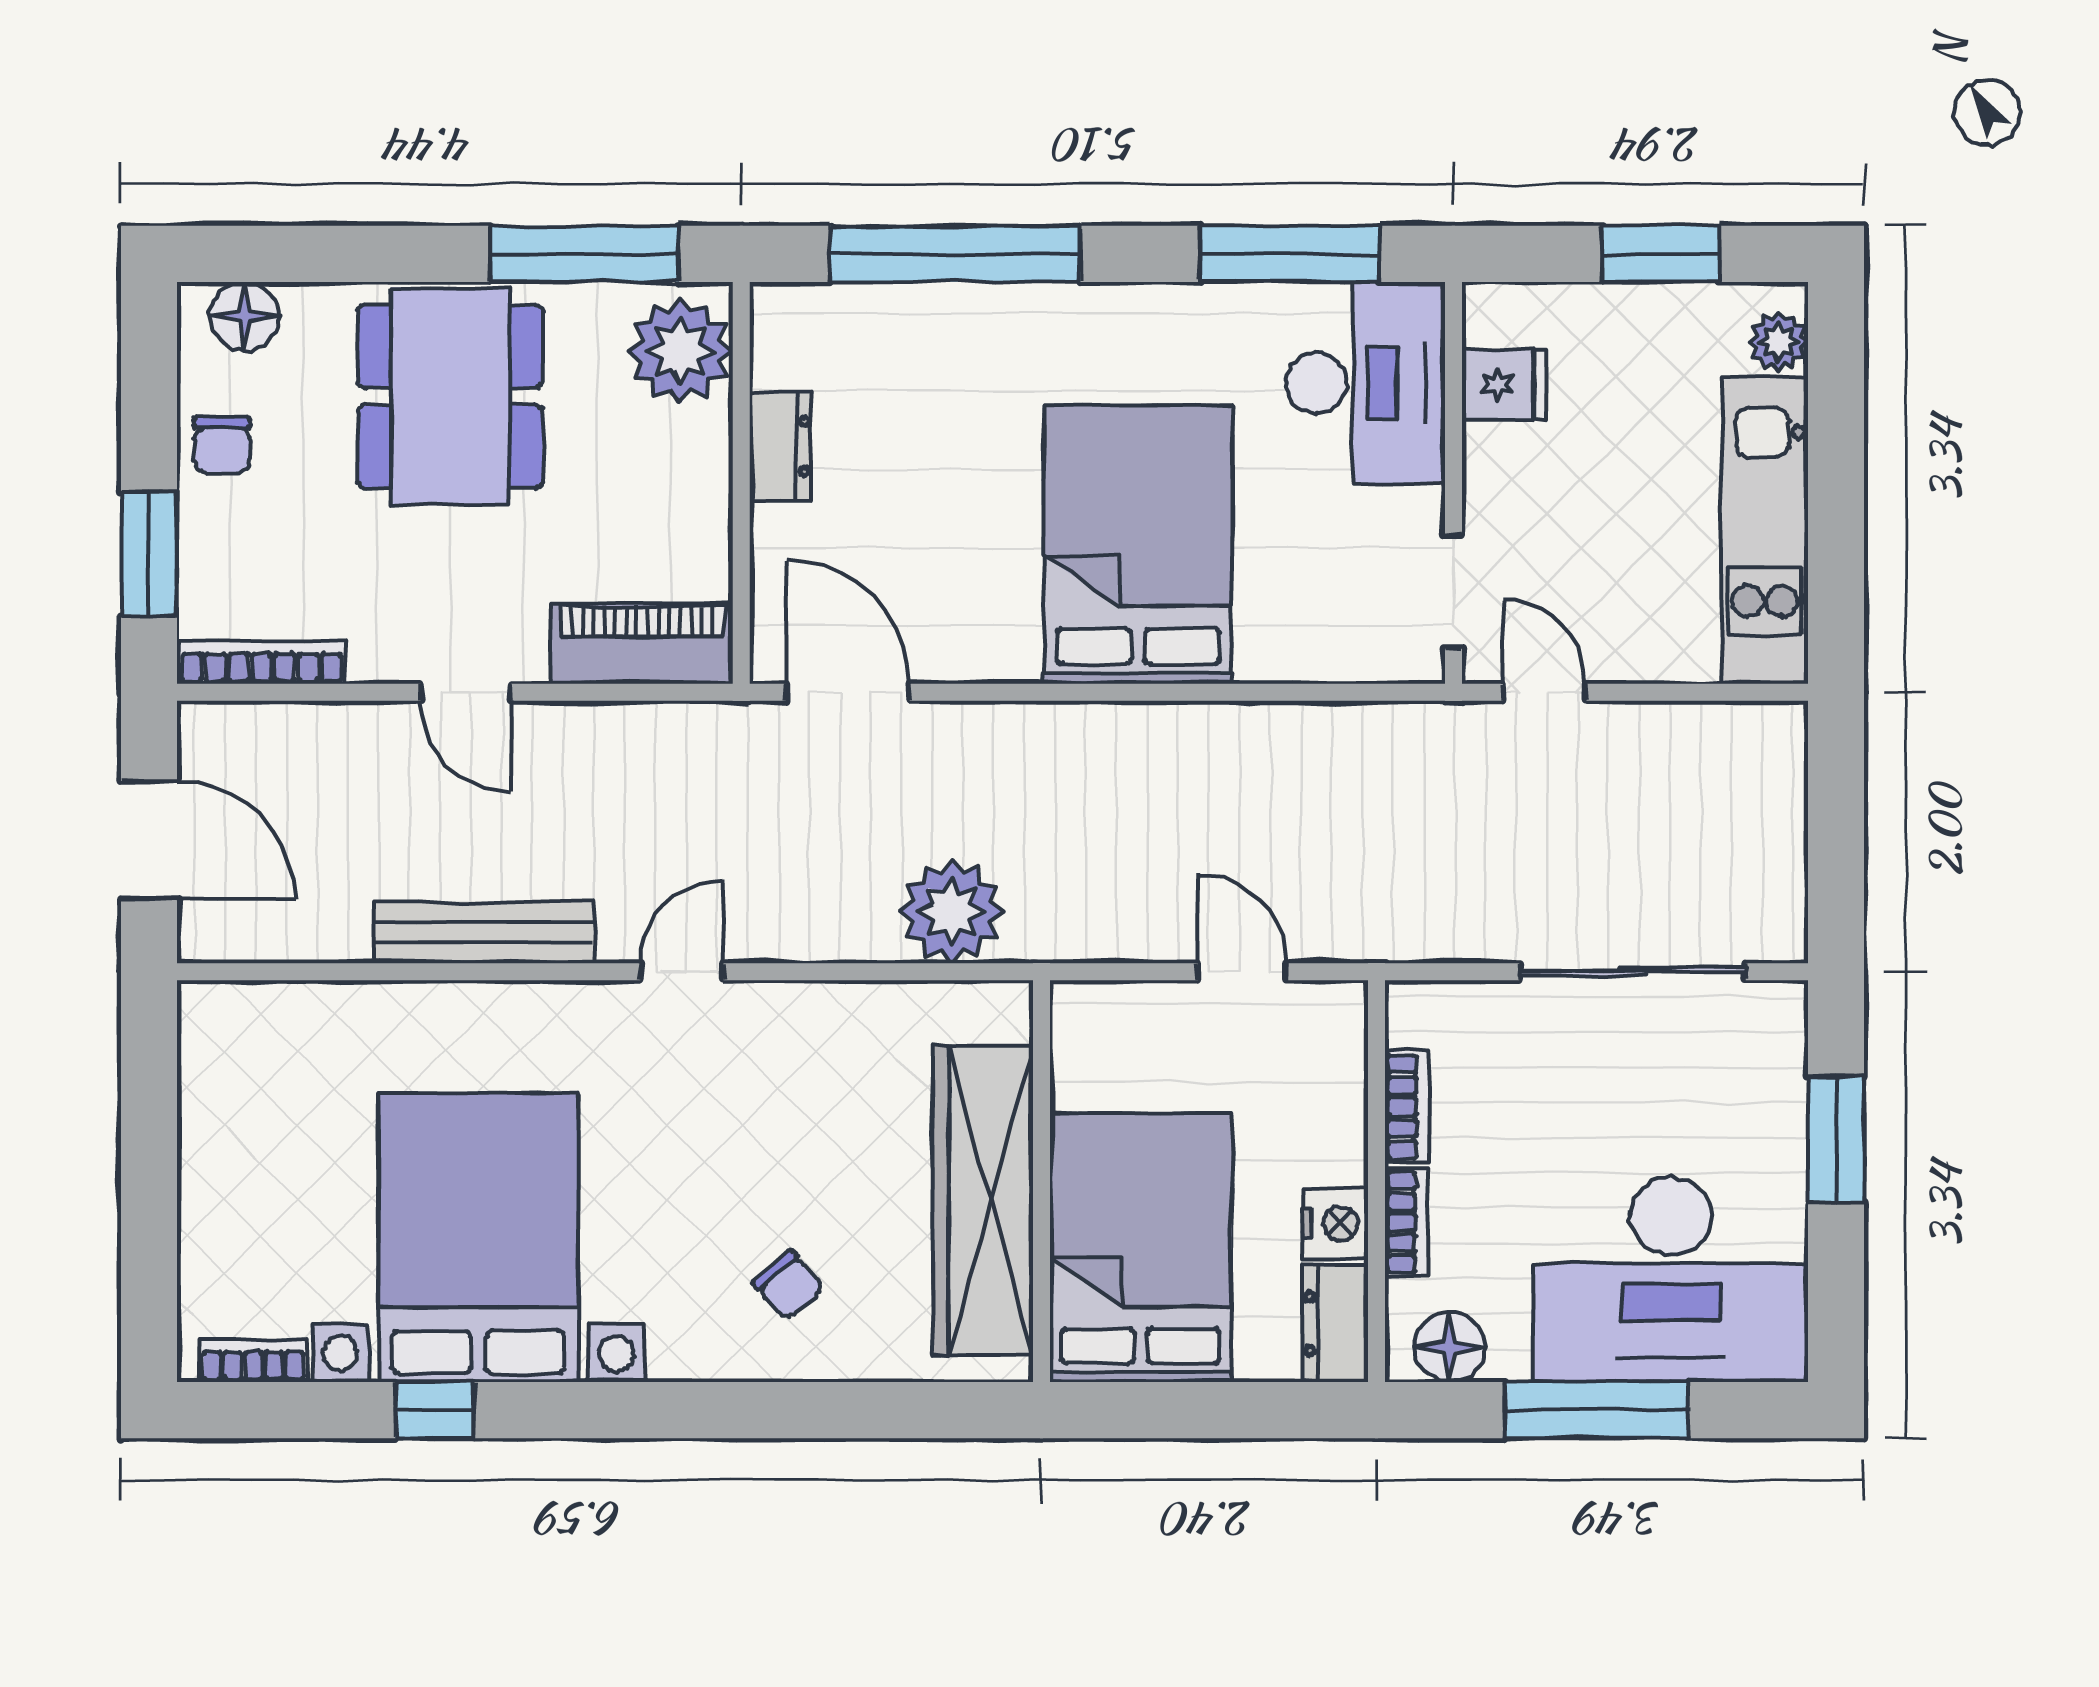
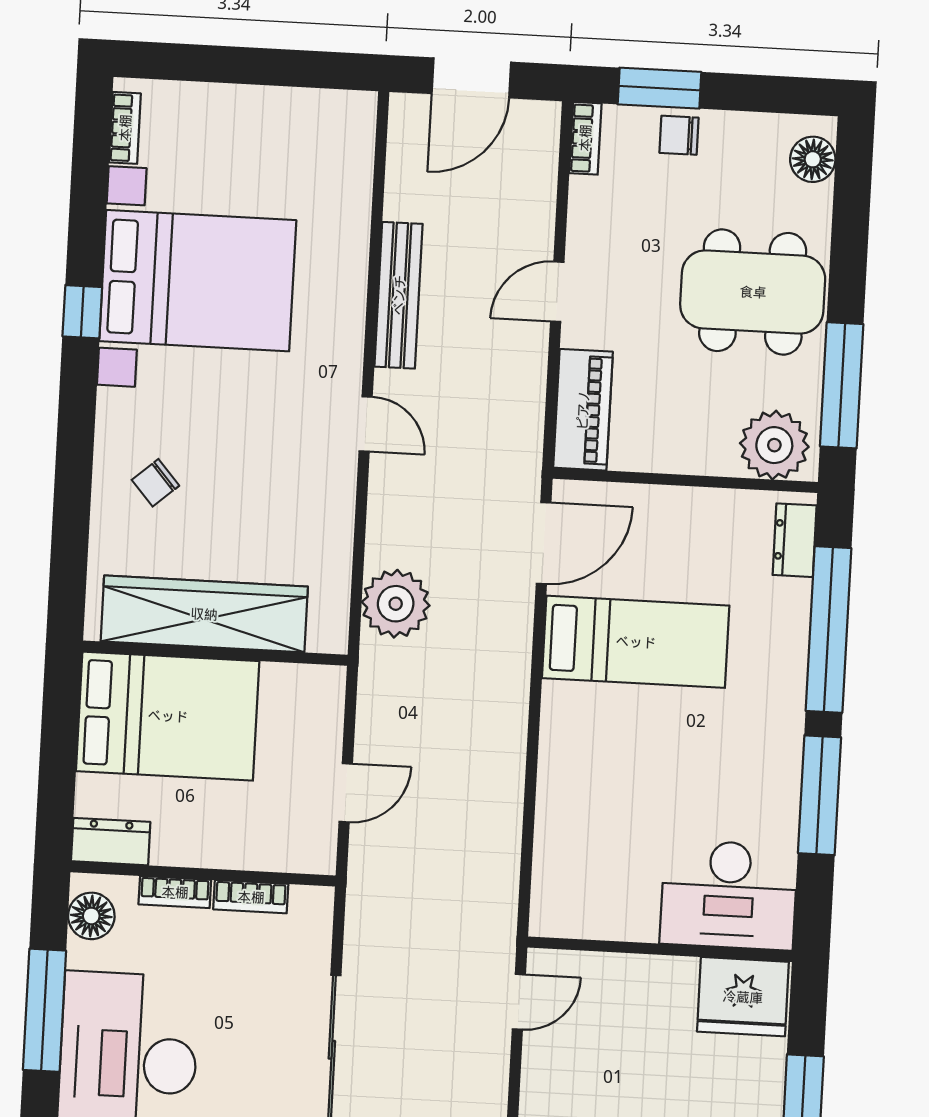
window: (1289, 254) -> (819, 795), moved
fridge: (1504, 385) -> (743, 997), width x1.88, depth x1.34
chair: (222, 445) -> (679, 135), moved
dresser: (780, 447) -> (795, 540), moved, turned 90
bed: (1138, 545) -> (636, 642), moved, width x0.67
doorway: (1453, 591) -> (588, 945), removed
bookcase: (262, 662) -> (585, 138), width x0.64
nightstand: (1335, 1224) -> (177, 845), removed
window: (435, 1410) -> (82, 312), moved

